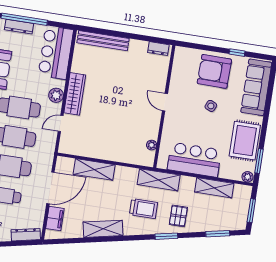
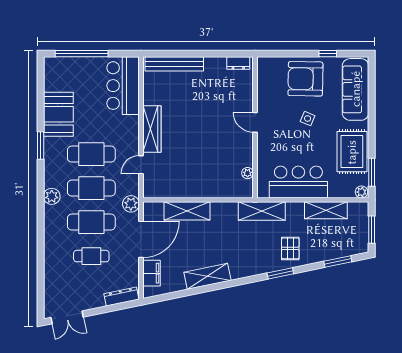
dresser: (19, 27) -> (77, 63), removed
plant: (56, 95) -> (131, 204), moved
trolley: (144, 209) -> (250, 246), removed

